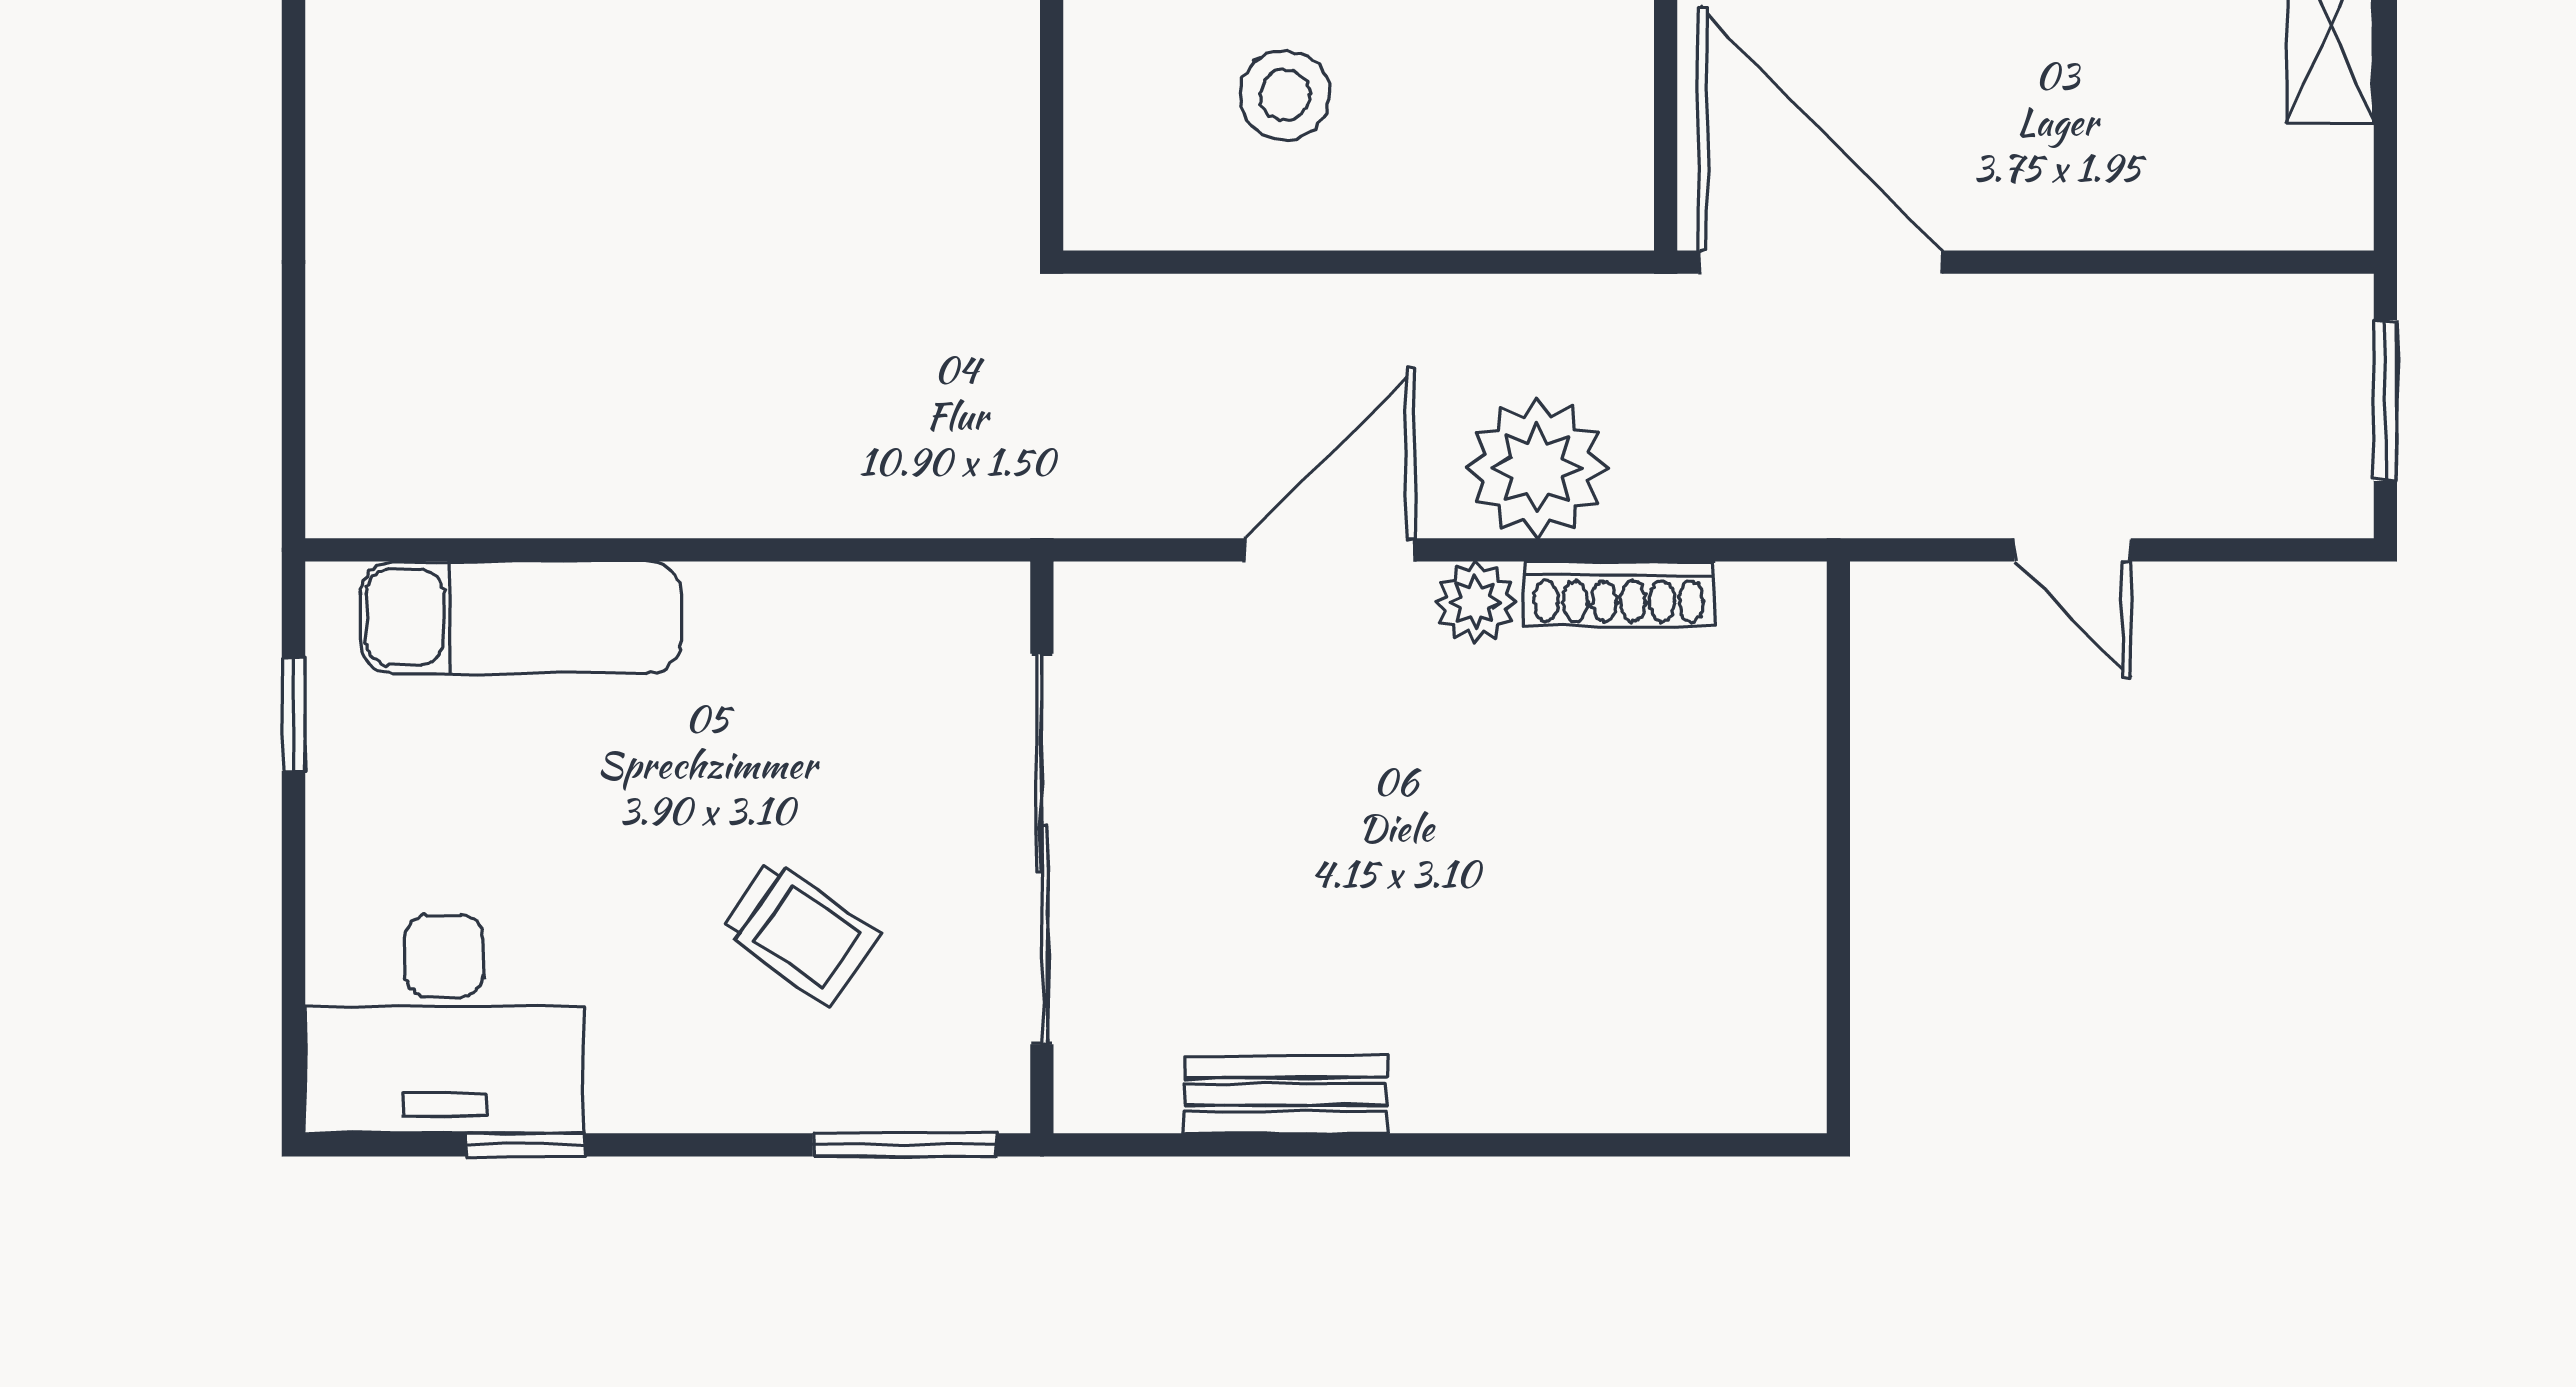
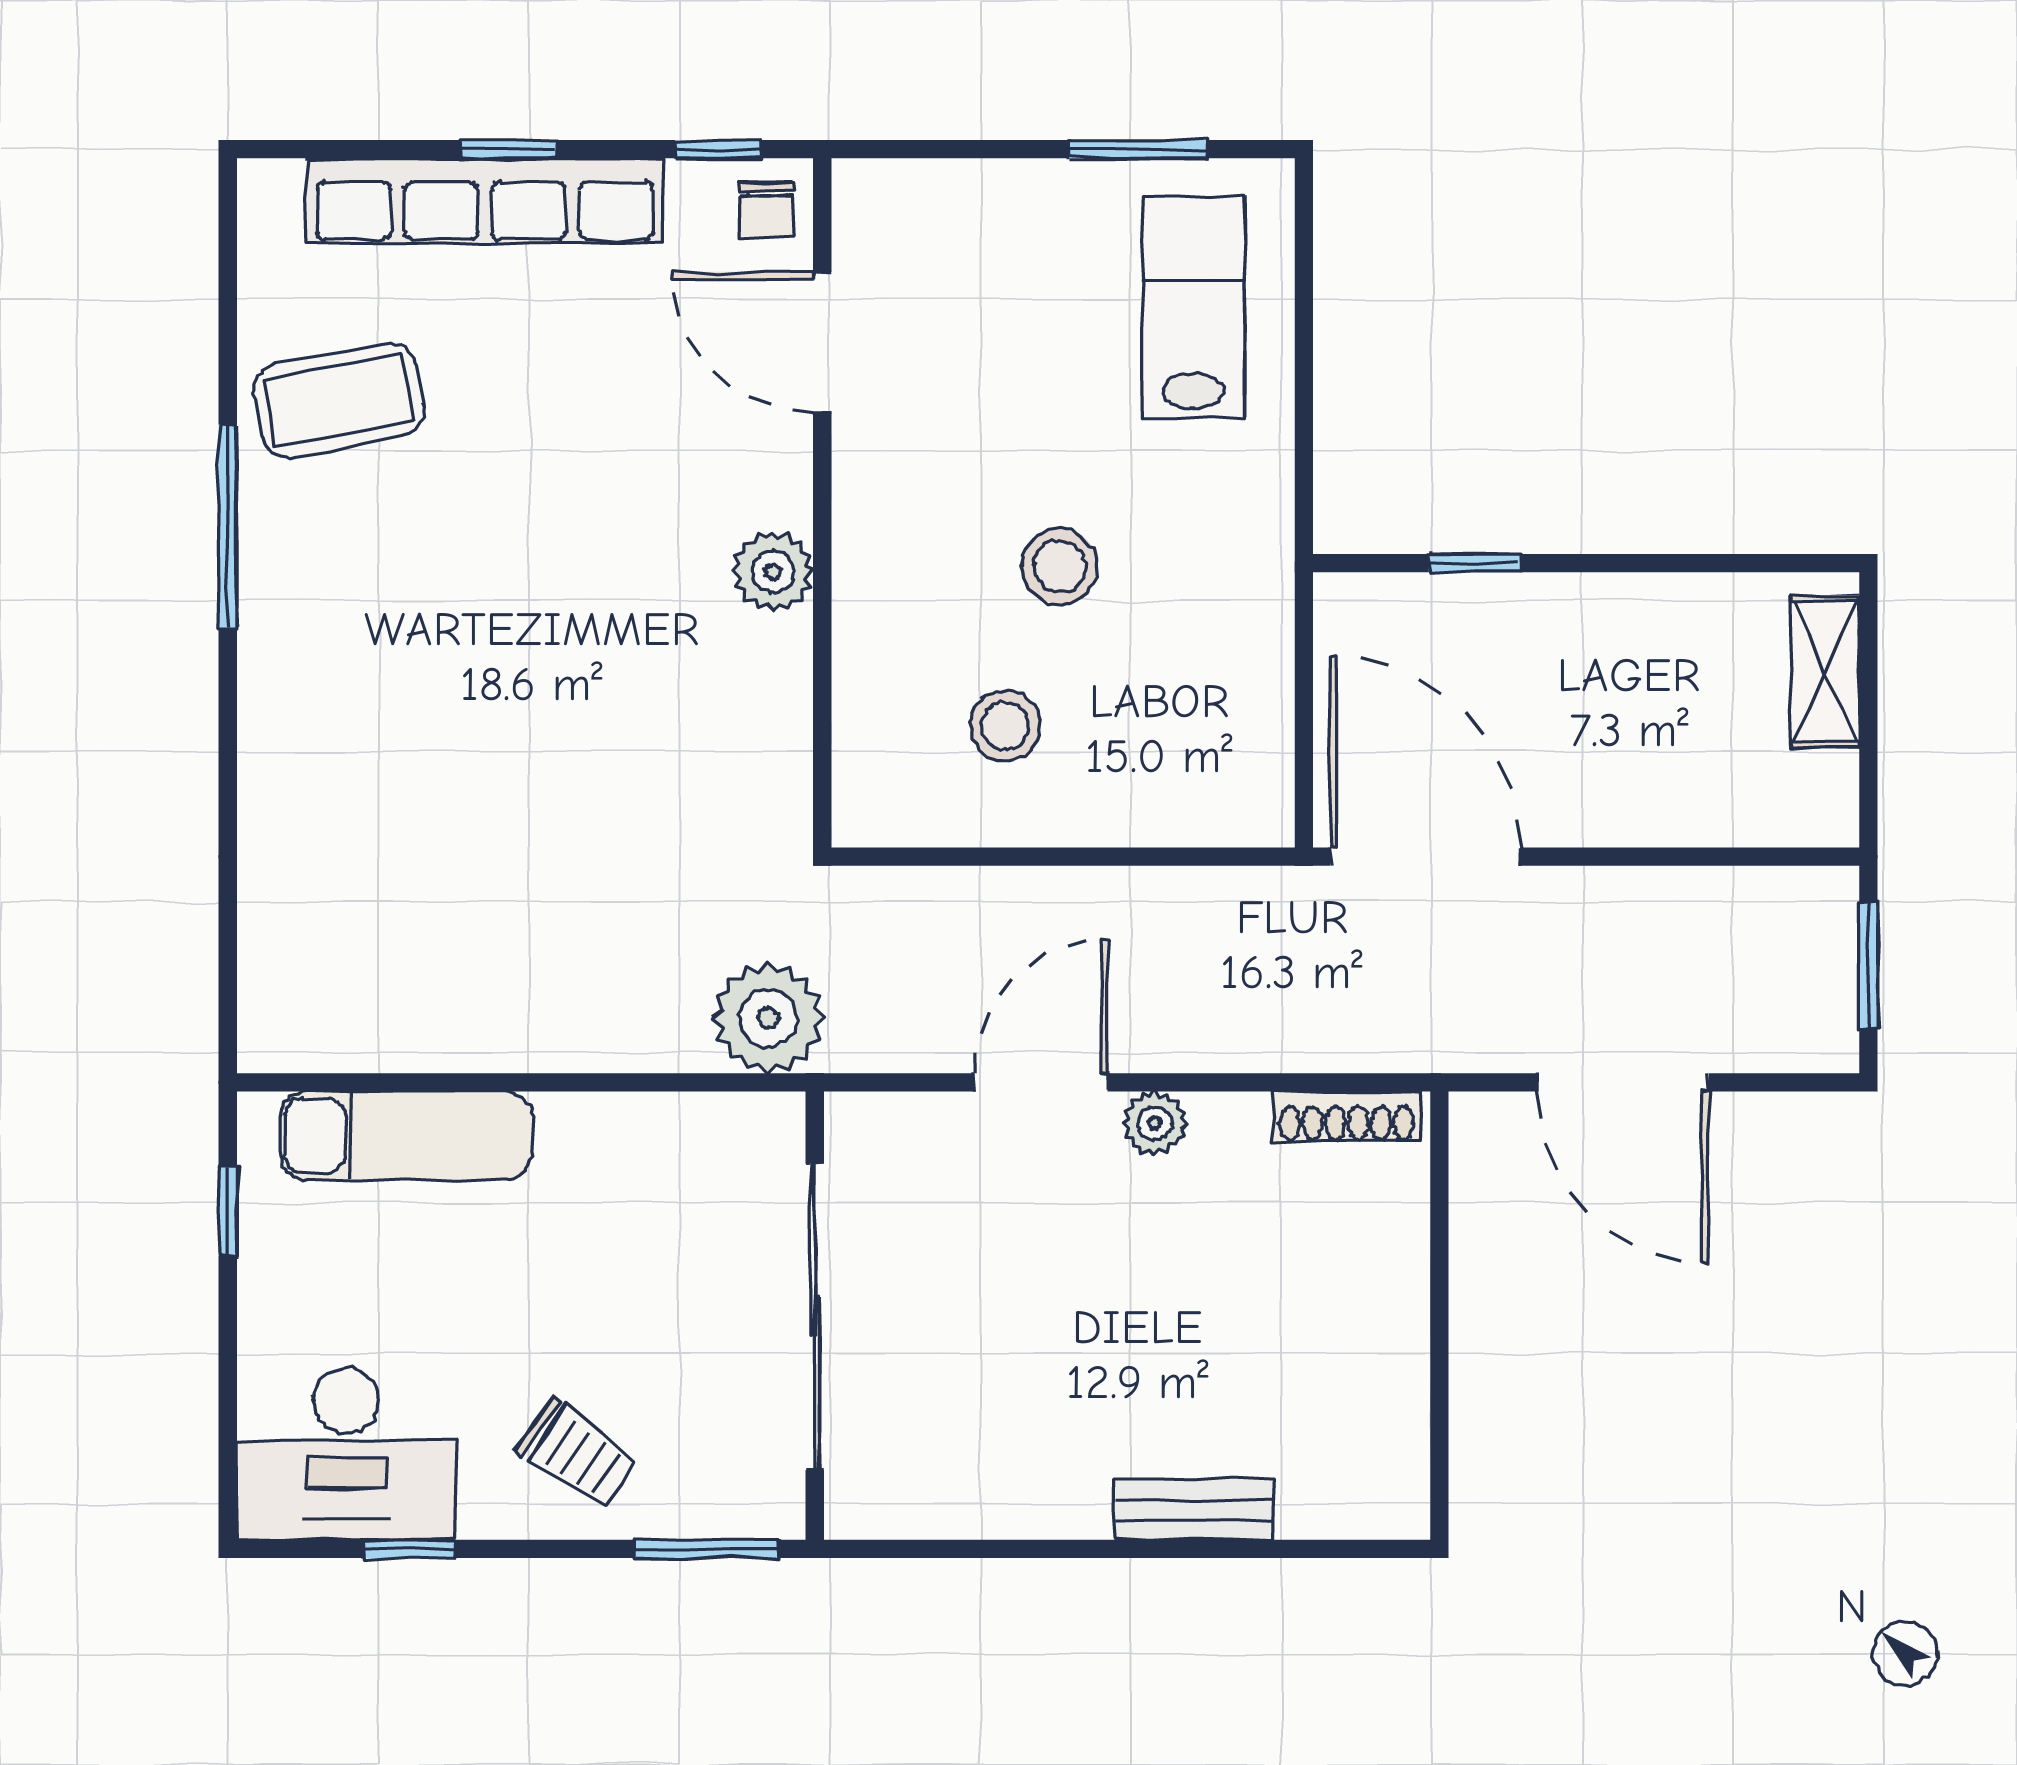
plant: (1537, 468) -> (768, 1018), moved
door: (2073, 550) -> (1623, 1082), width x1.88
shoe rack: (1619, 594) -> (1347, 1117), moved
trolley: (800, 932) -> (577, 1454), moved
bench: (1286, 1095) -> (1193, 1510), moved

